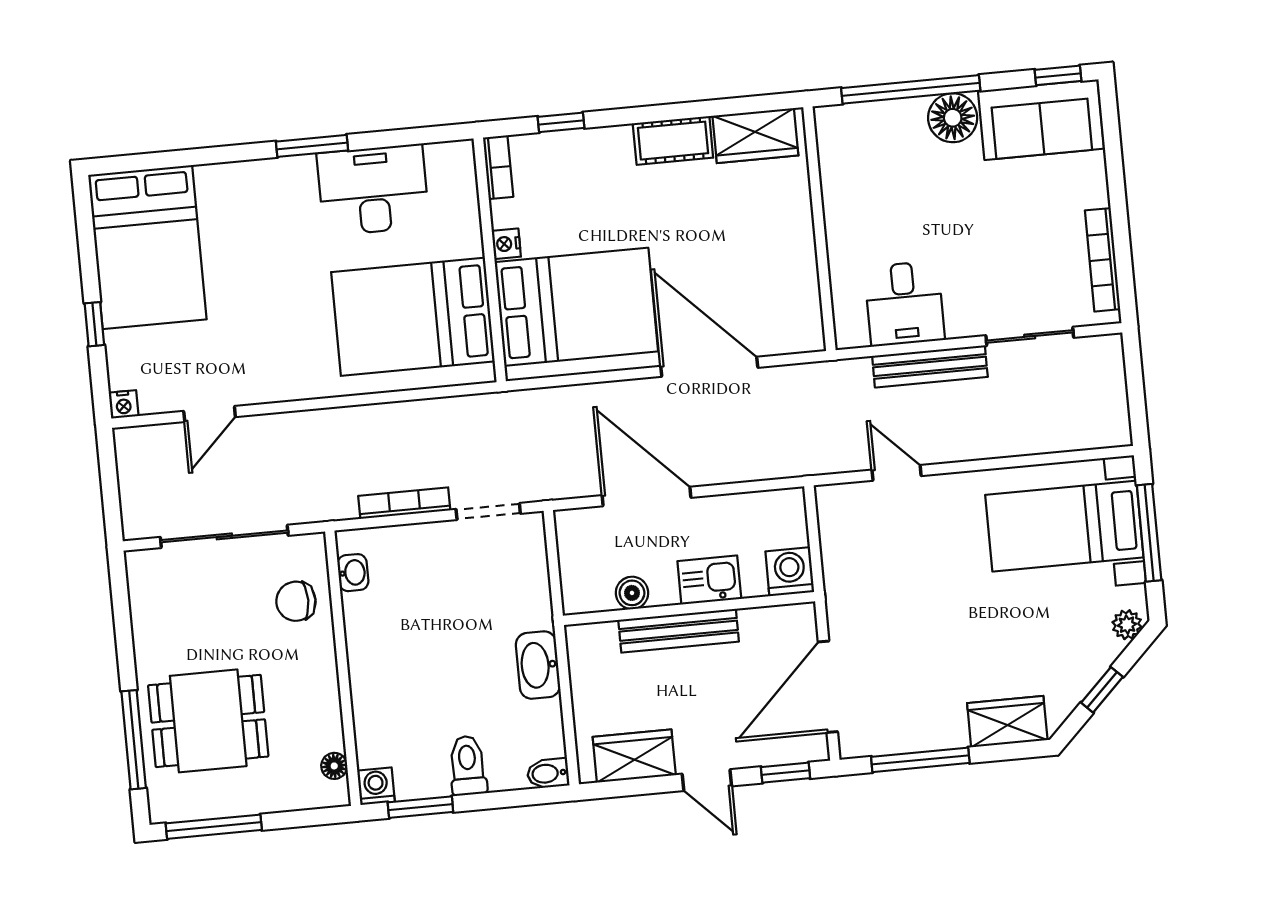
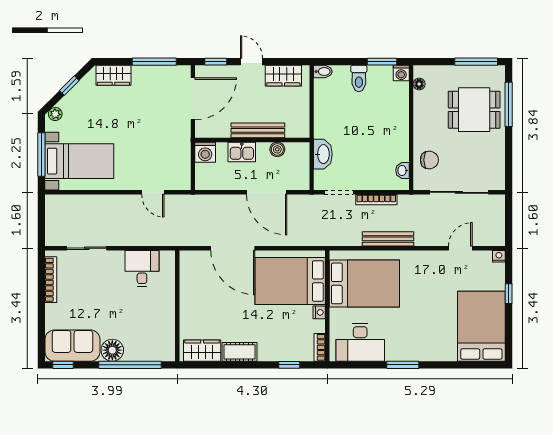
desk: (373, 190) -> (360, 342), moved
bench: (930, 366) -> (388, 239), moved
washbasin: (538, 665) -> (323, 154), moved

